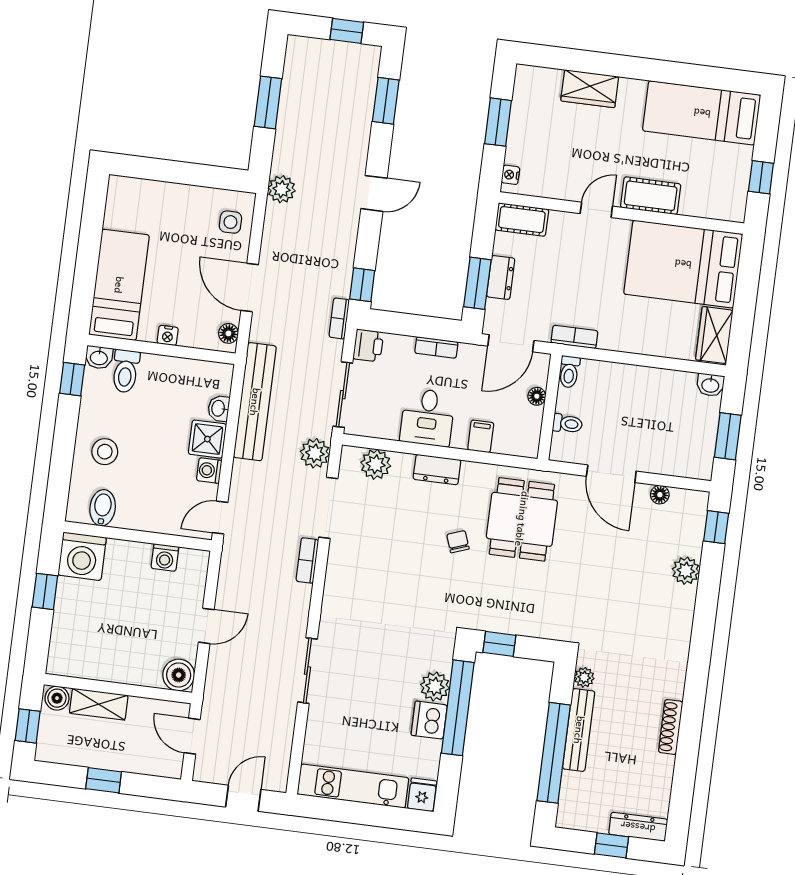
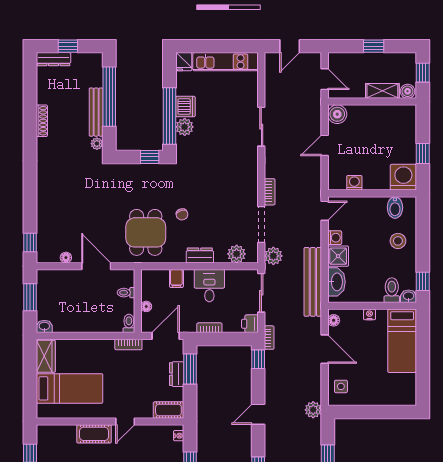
bed: (683, 264) -> (70, 388), width x0.67
washbasin: (219, 408) -> (336, 282), width x1.91, depth x1.45
plant: (686, 571) -> (45, 215), removed

